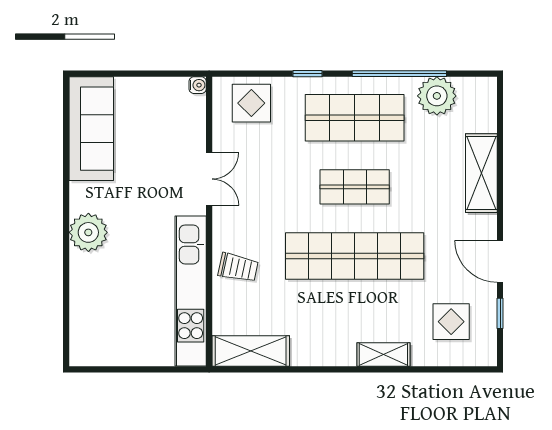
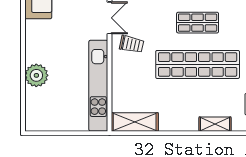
plant: (88, 232) -> (36, 75), moved
trolley: (238, 268) -> (132, 44), moved

